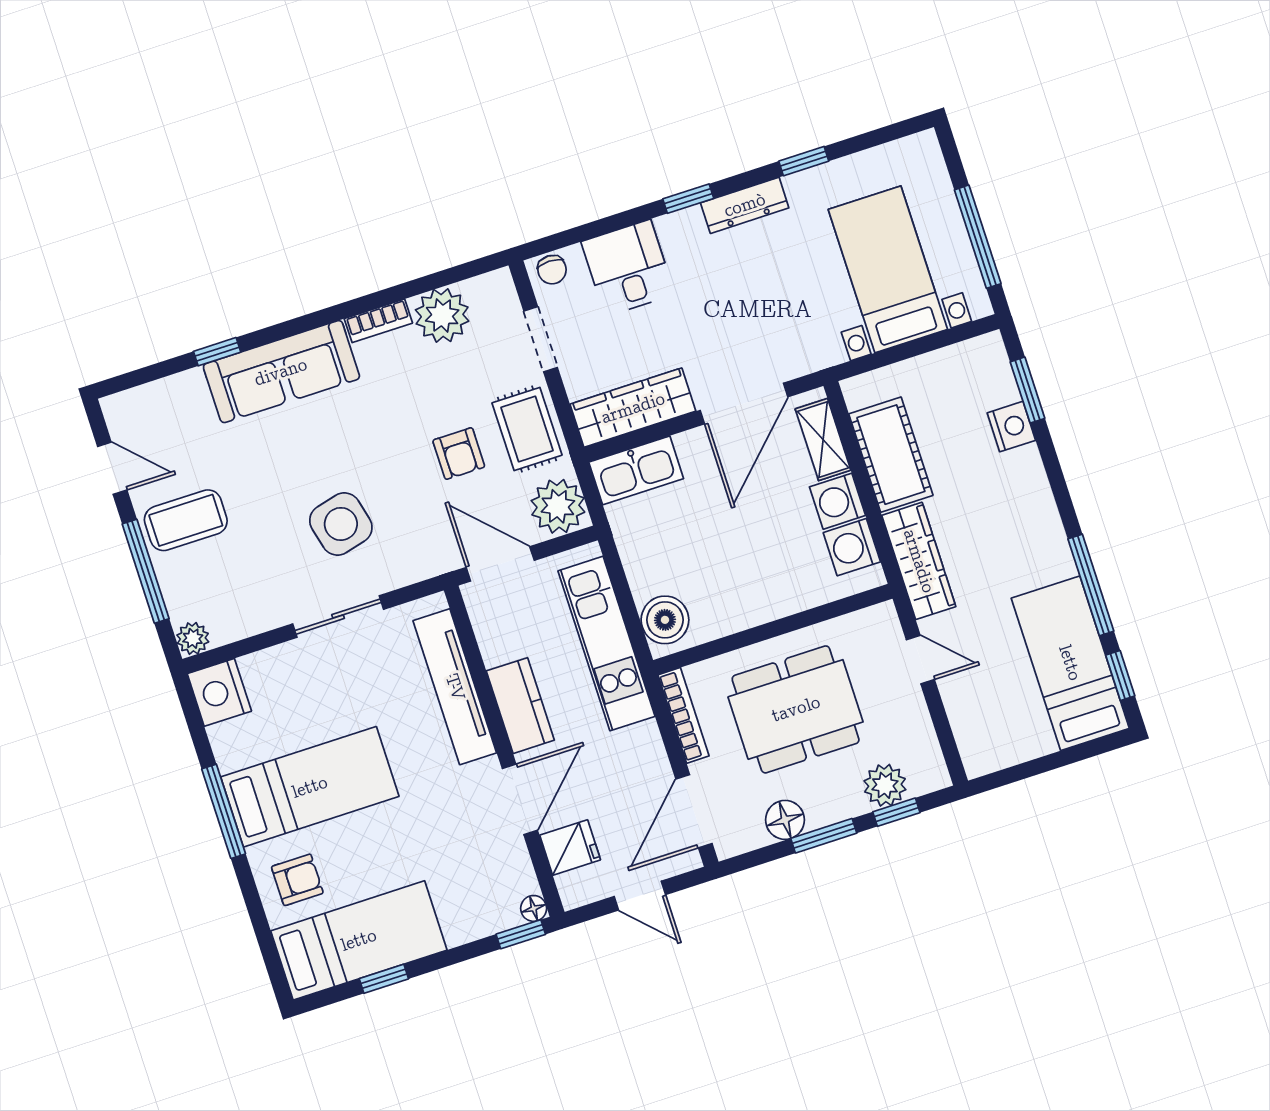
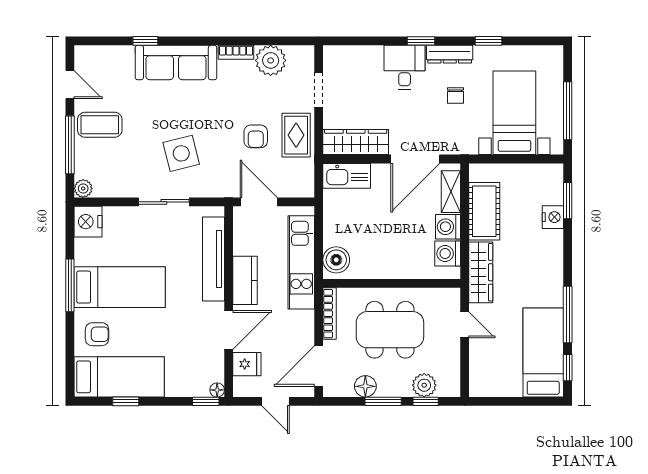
desk: (628, 268) -> (405, 67), moved
chair: (552, 270) -> (455, 95), moved
plant: (558, 506) -> (299, 181), removed

